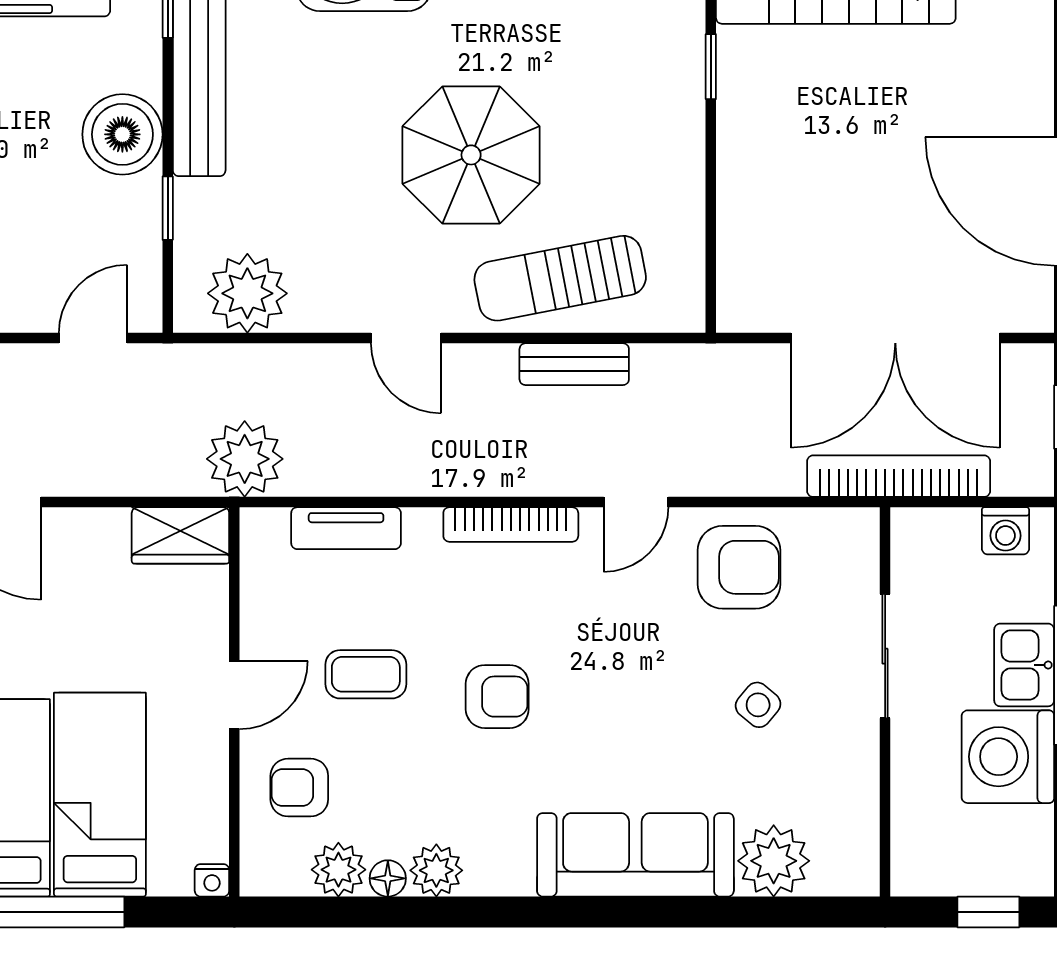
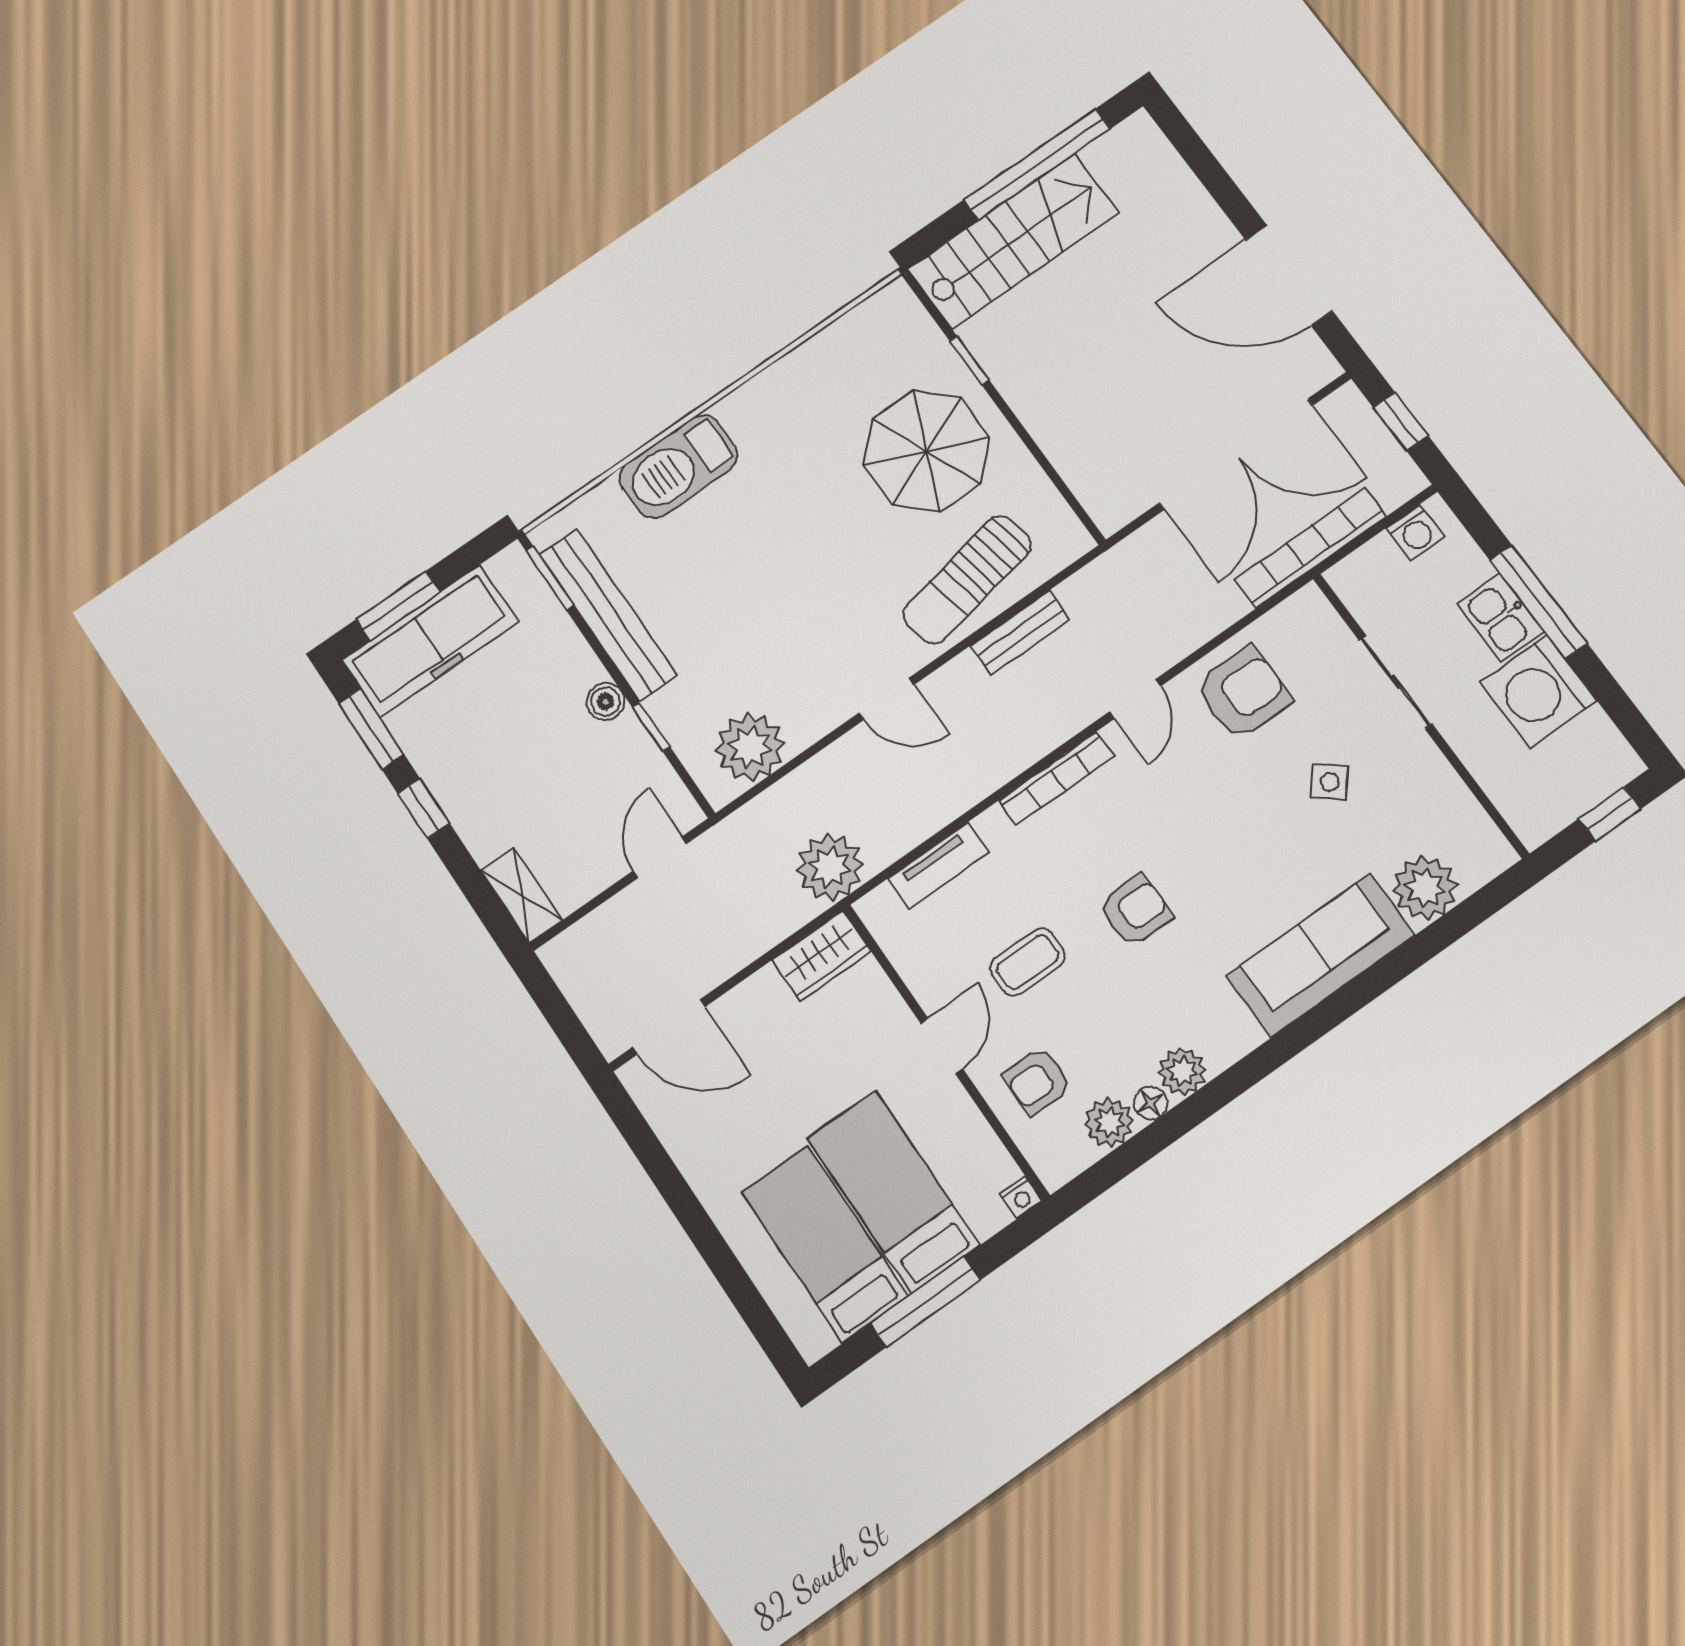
boiler: (122, 134) -> (606, 701), width x0.54, depth x0.54
parasol: (471, 155) -> (927, 451), moved

